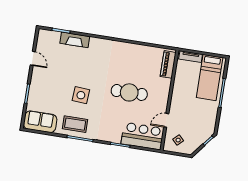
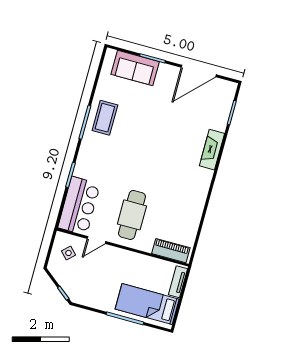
fireplace: (75, 40) -> (212, 150), moved
door: (33, 58) -> (199, 71), width x1.87
cafe table: (129, 92) -> (132, 215), moved
side table: (81, 95) -> (143, 130), removed
door: (166, 120) -> (97, 240), swing flipped
sofa: (40, 122) -> (135, 68), moved, turned 90

